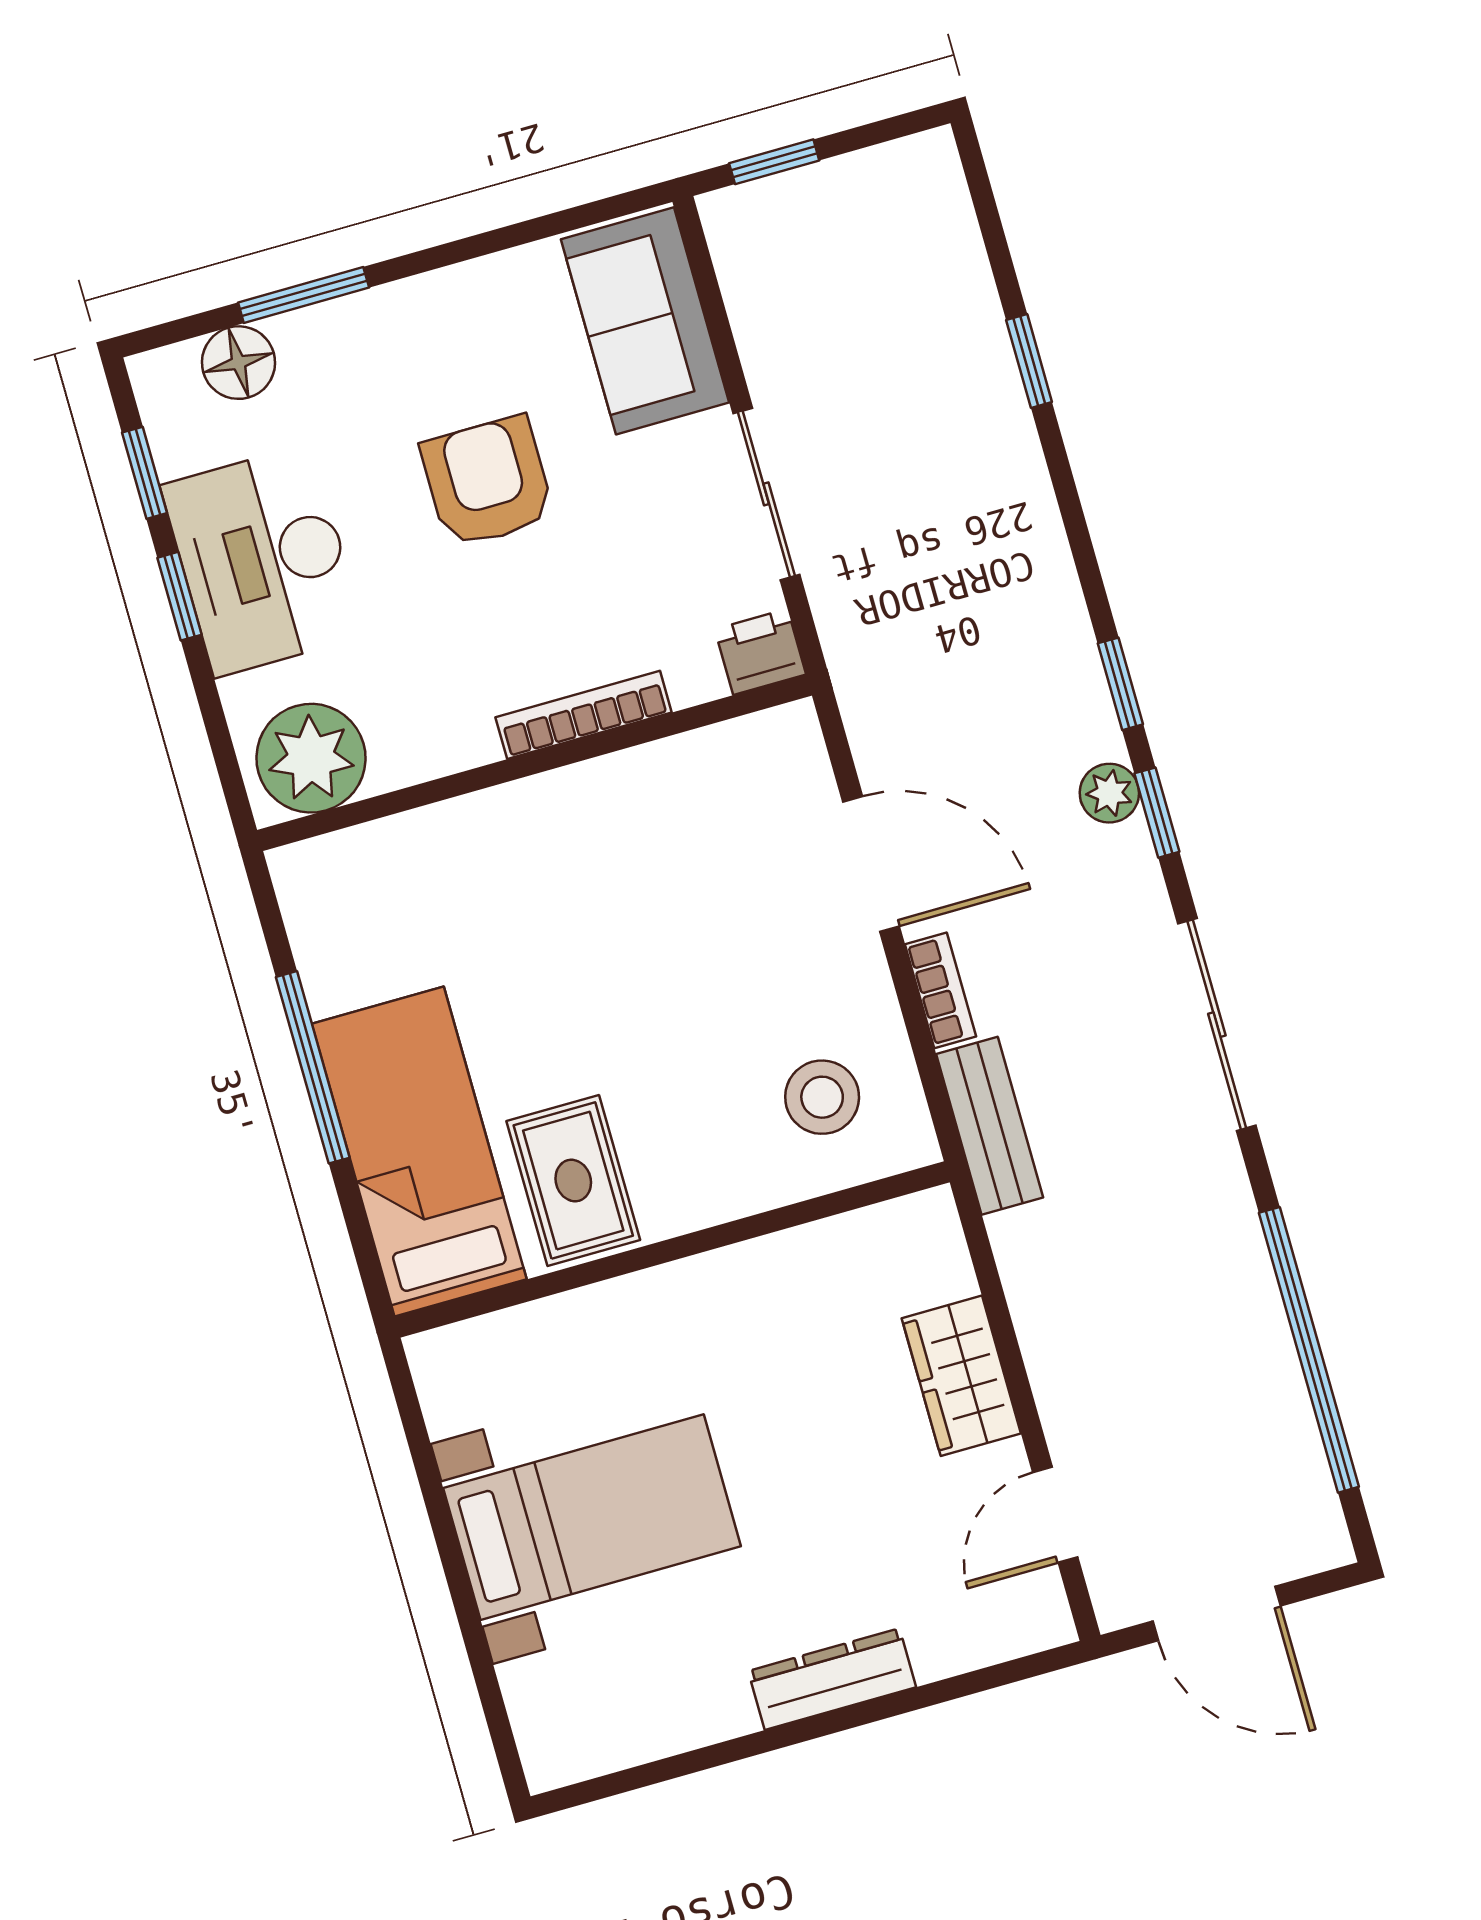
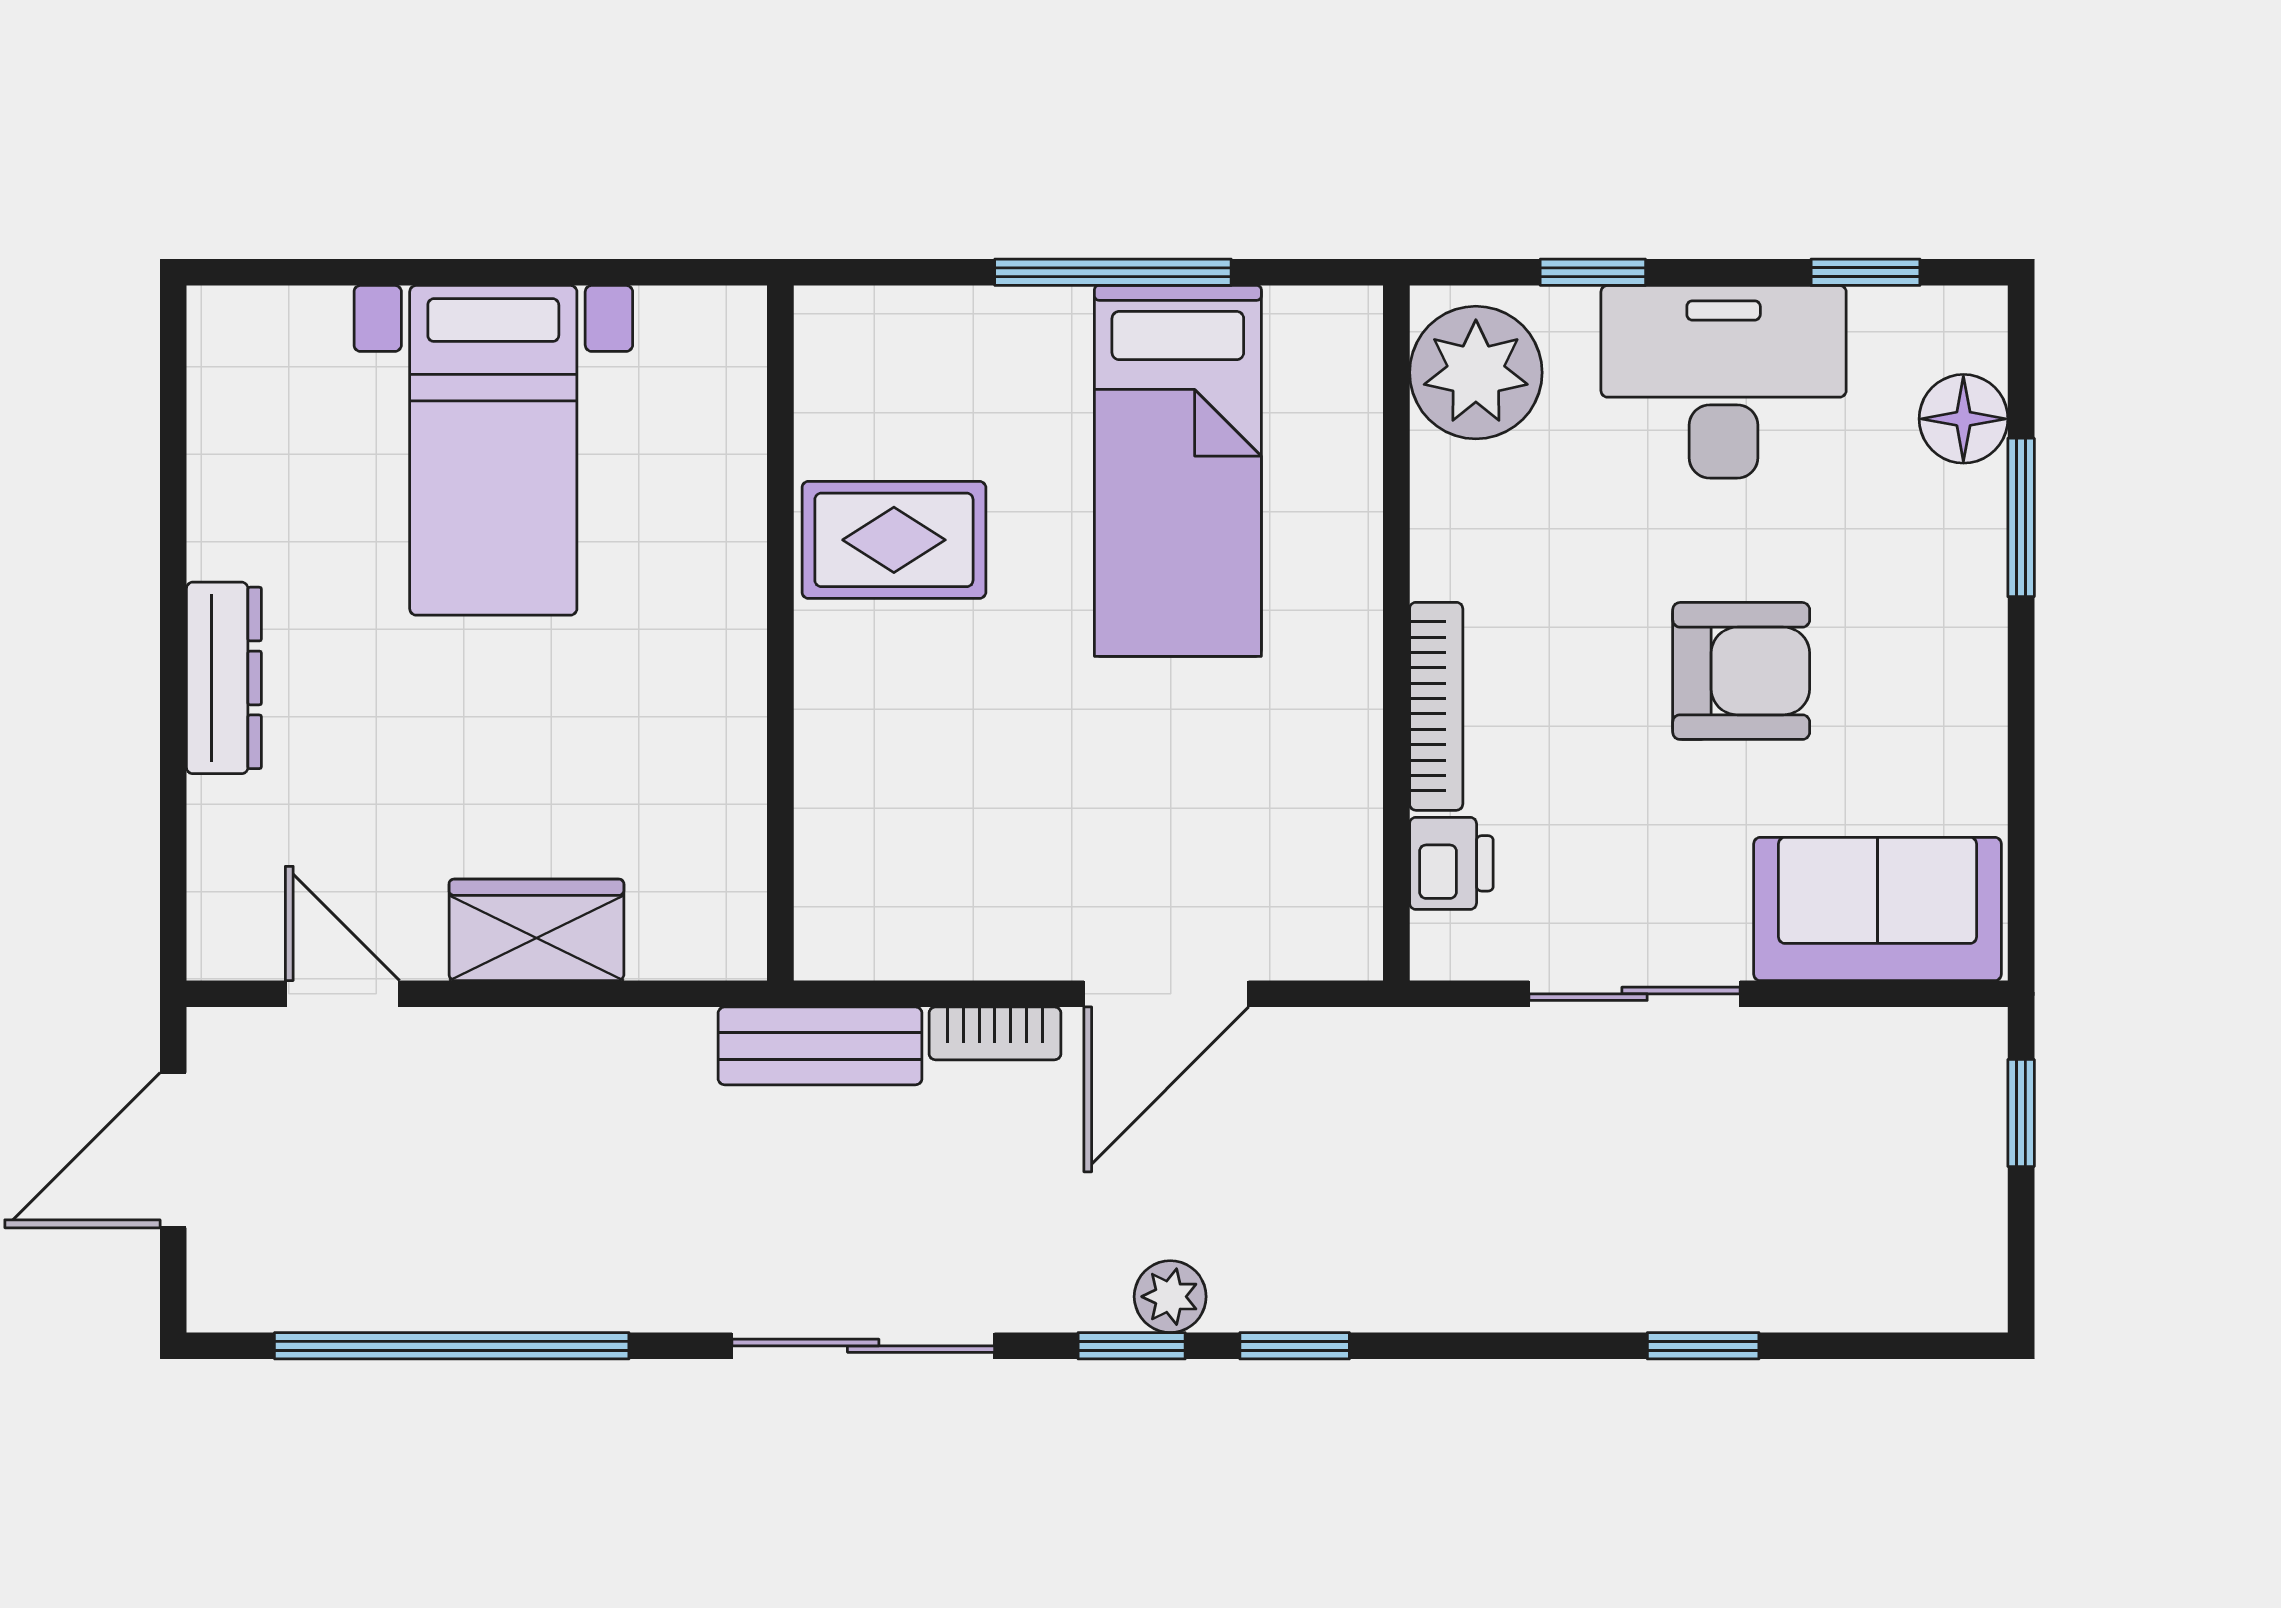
window: (180, 596) -> (1593, 272), moved
printer: (760, 652) -> (1451, 863), moved
stool: (822, 1097) -> (909, 859), removed
bed: (419, 1152) -> (1178, 471), moved, turned 90

